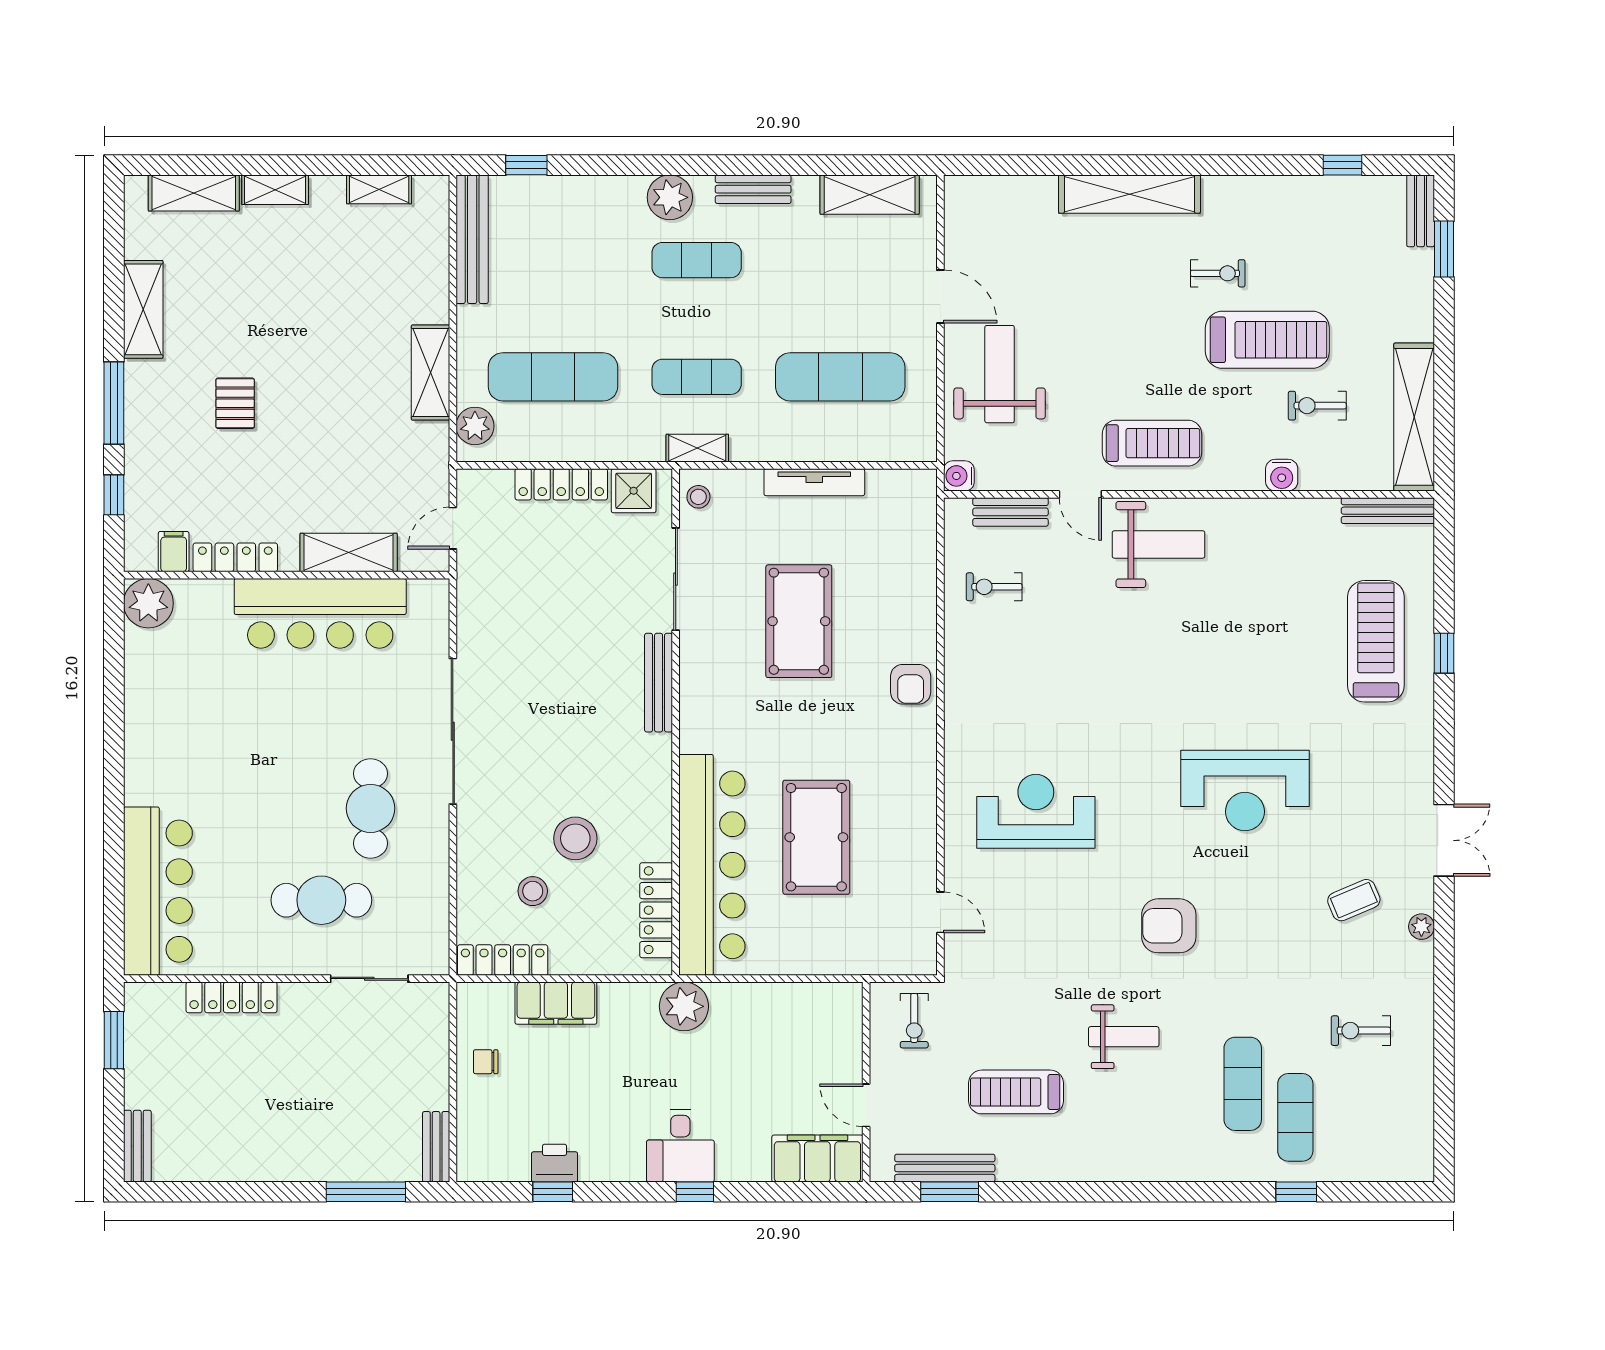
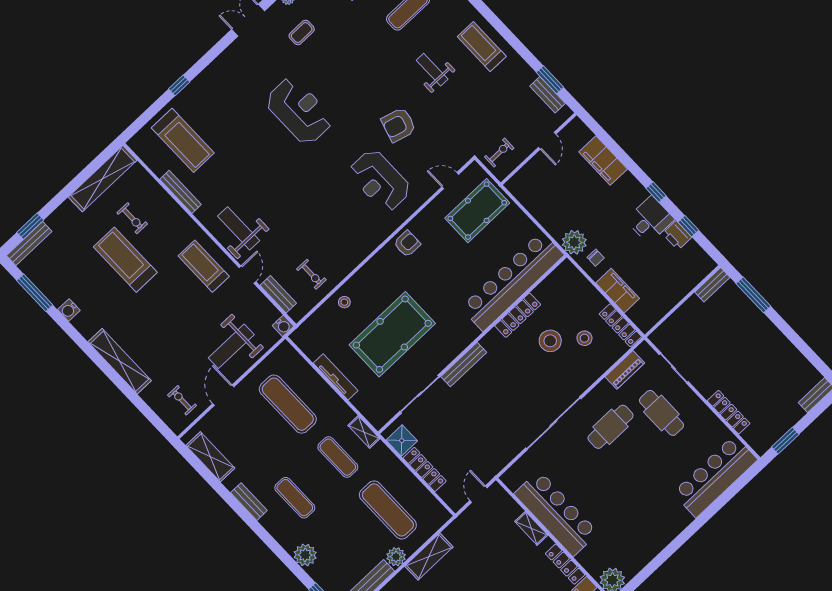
window: (1342, 165) -> (35, 293), width x2.17
plant: (670, 197) -> (305, 555), moved
bench: (1421, 211) -> (29, 244), width x1.36
exercise bike: (1218, 273) -> (182, 400), moved
plant: (475, 426) -> (396, 557), moved
water cooler: (1282, 475) -> (69, 310), moved, turned 180
stool: (698, 497) -> (344, 302), moved
bench: (1388, 511) -> (180, 192), moved
door: (453, 528) -> (479, 494), swing flipped
shelving: (349, 552) -> (531, 528), width x0.67, depth x0.75
pool table: (799, 621) -> (392, 334), width x1.36, depth x1.32
treadmill: (1376, 641) -> (183, 140), moved, turned -90
armchair: (911, 684) -> (407, 244), moved
pool table: (816, 837) -> (477, 211), moved
coffee table: (1354, 900) -> (302, 32), turned -67
piano: (433, 906) -> (625, 370), added
locker: (656, 910) -> (518, 315), moved
door: (940, 912) -> (450, 181), hinge flipped
armchair: (1169, 926) -> (399, 125), moved, turned 106
chair: (486, 1062) -> (596, 258), moved
treadmill: (1016, 1092) -> (482, 46), moved, turned 180
desk: (680, 1146) -> (650, 220), moved
filing cabinet: (817, 1159) -> (603, 161), moved
bench: (945, 1168) -> (548, 95), width x0.73
window: (695, 1192) -> (656, 192), moved

